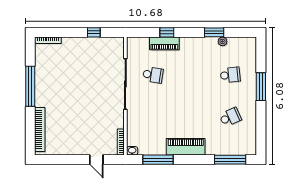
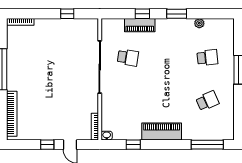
window: (214, 32) -> (177, 14), moved
window: (74, 160) -> (47, 145), added
window: (158, 160) -> (133, 145), width x0.46

